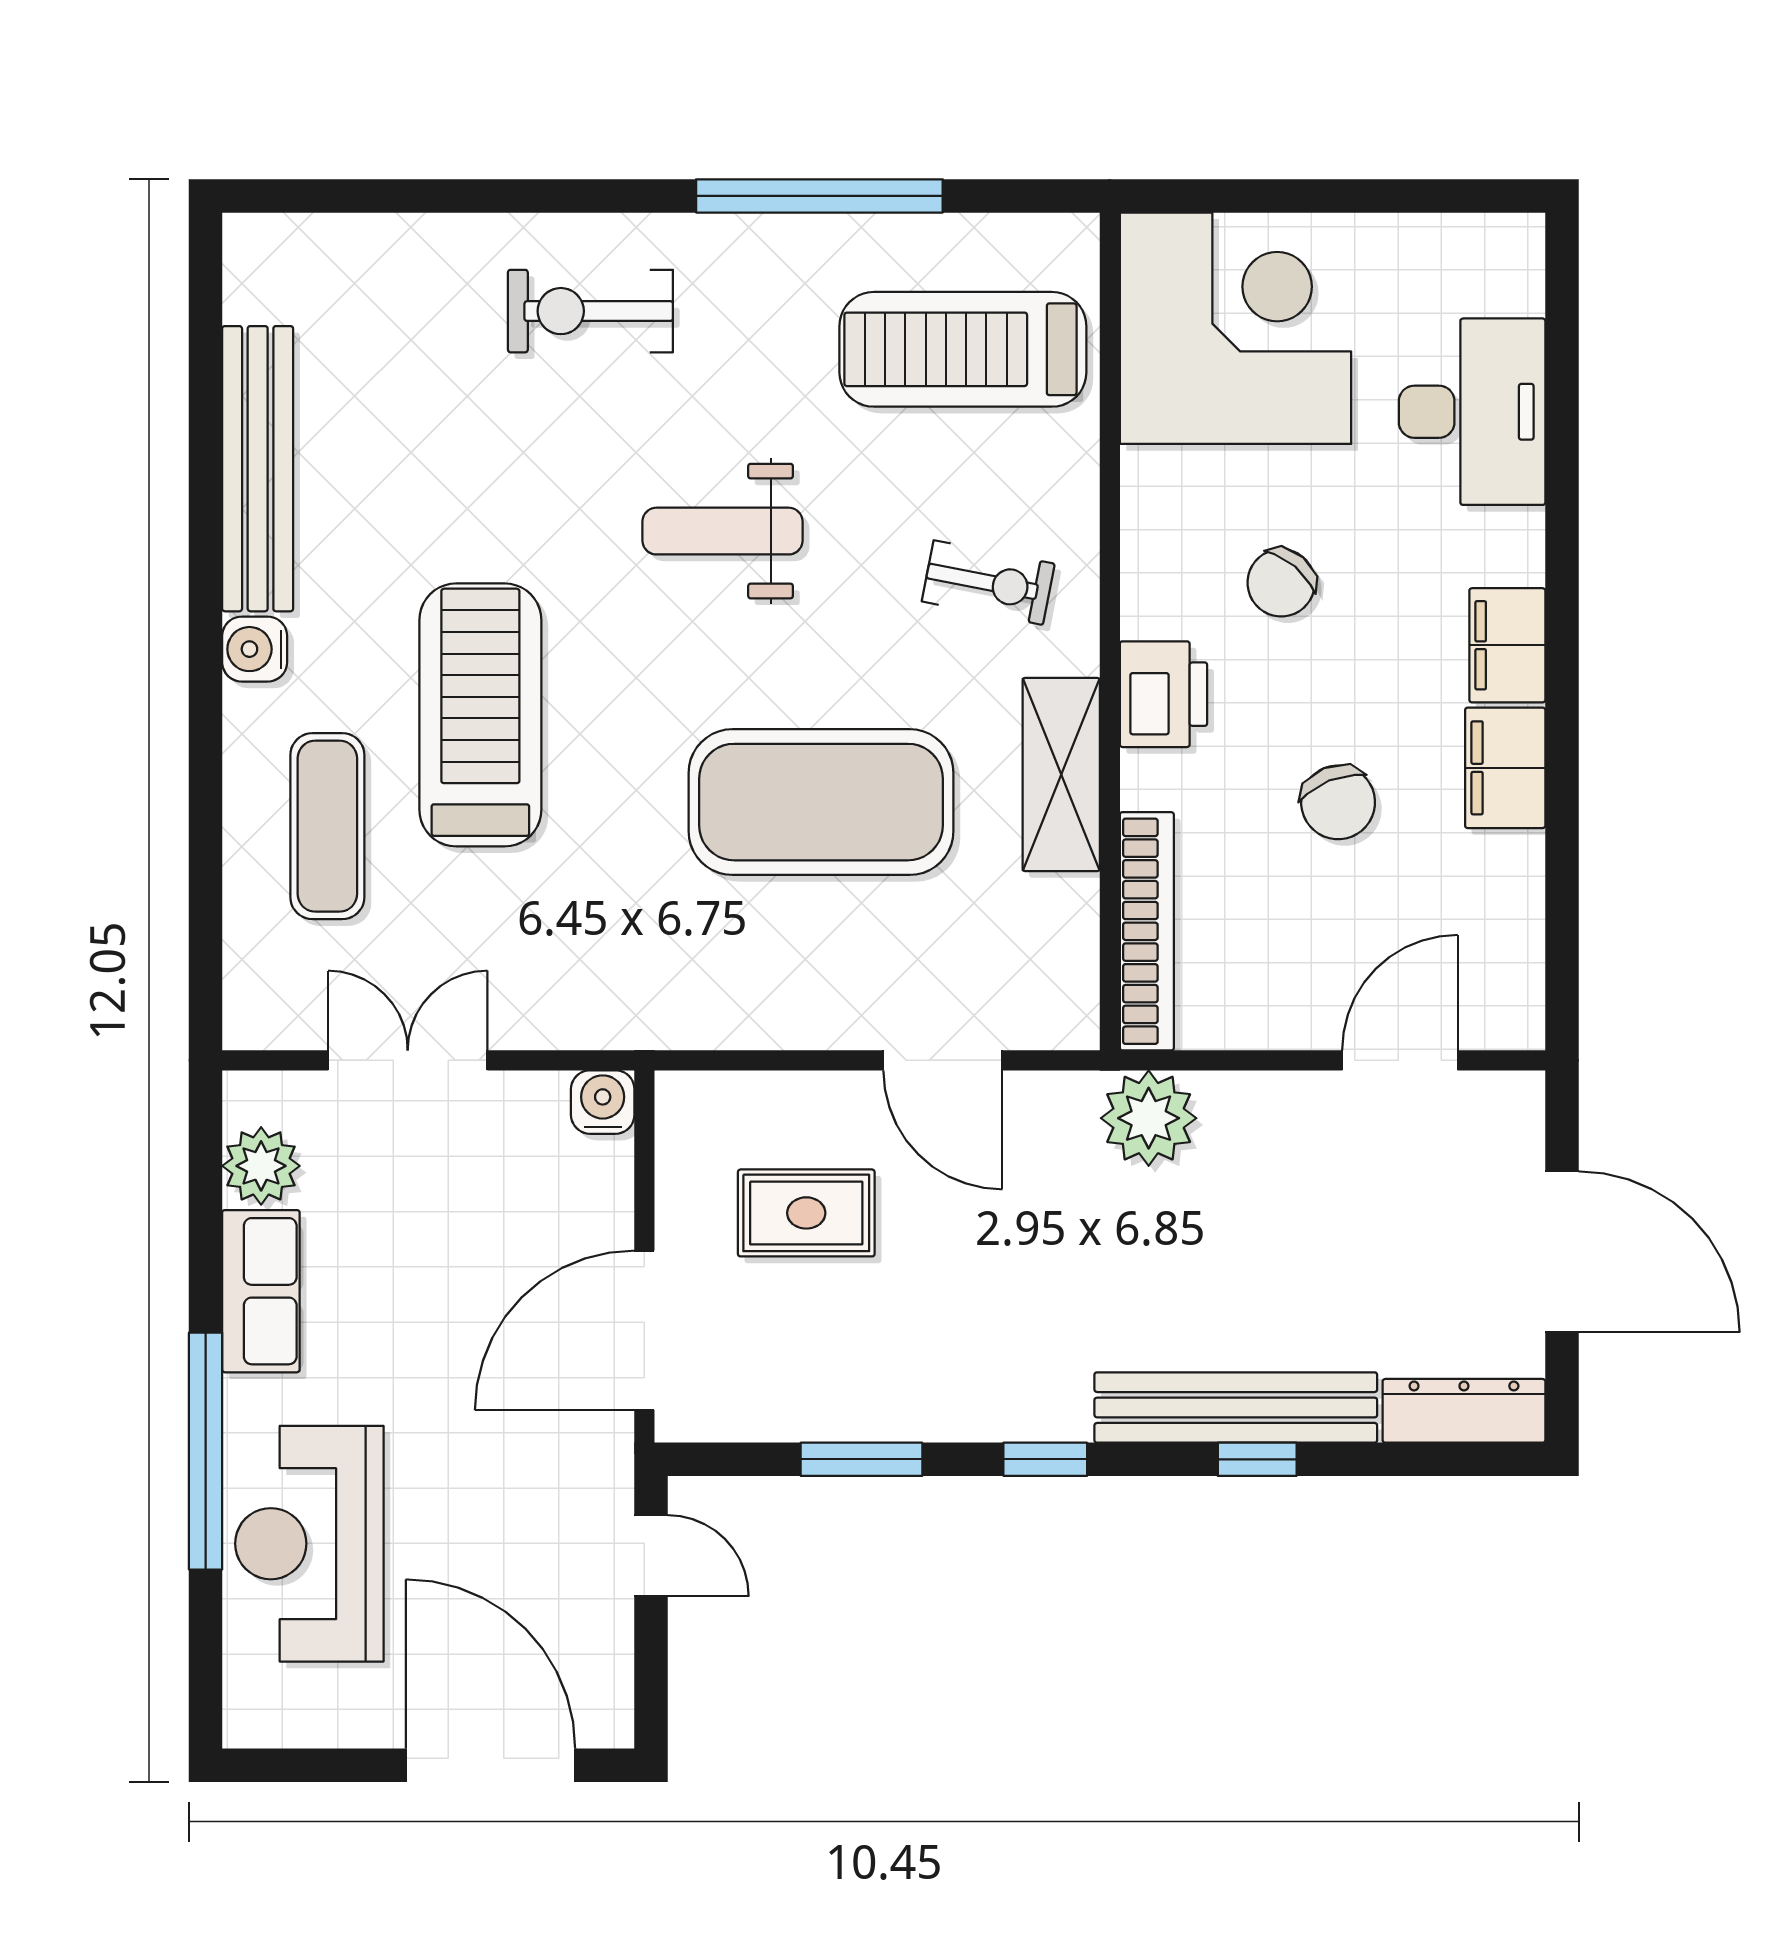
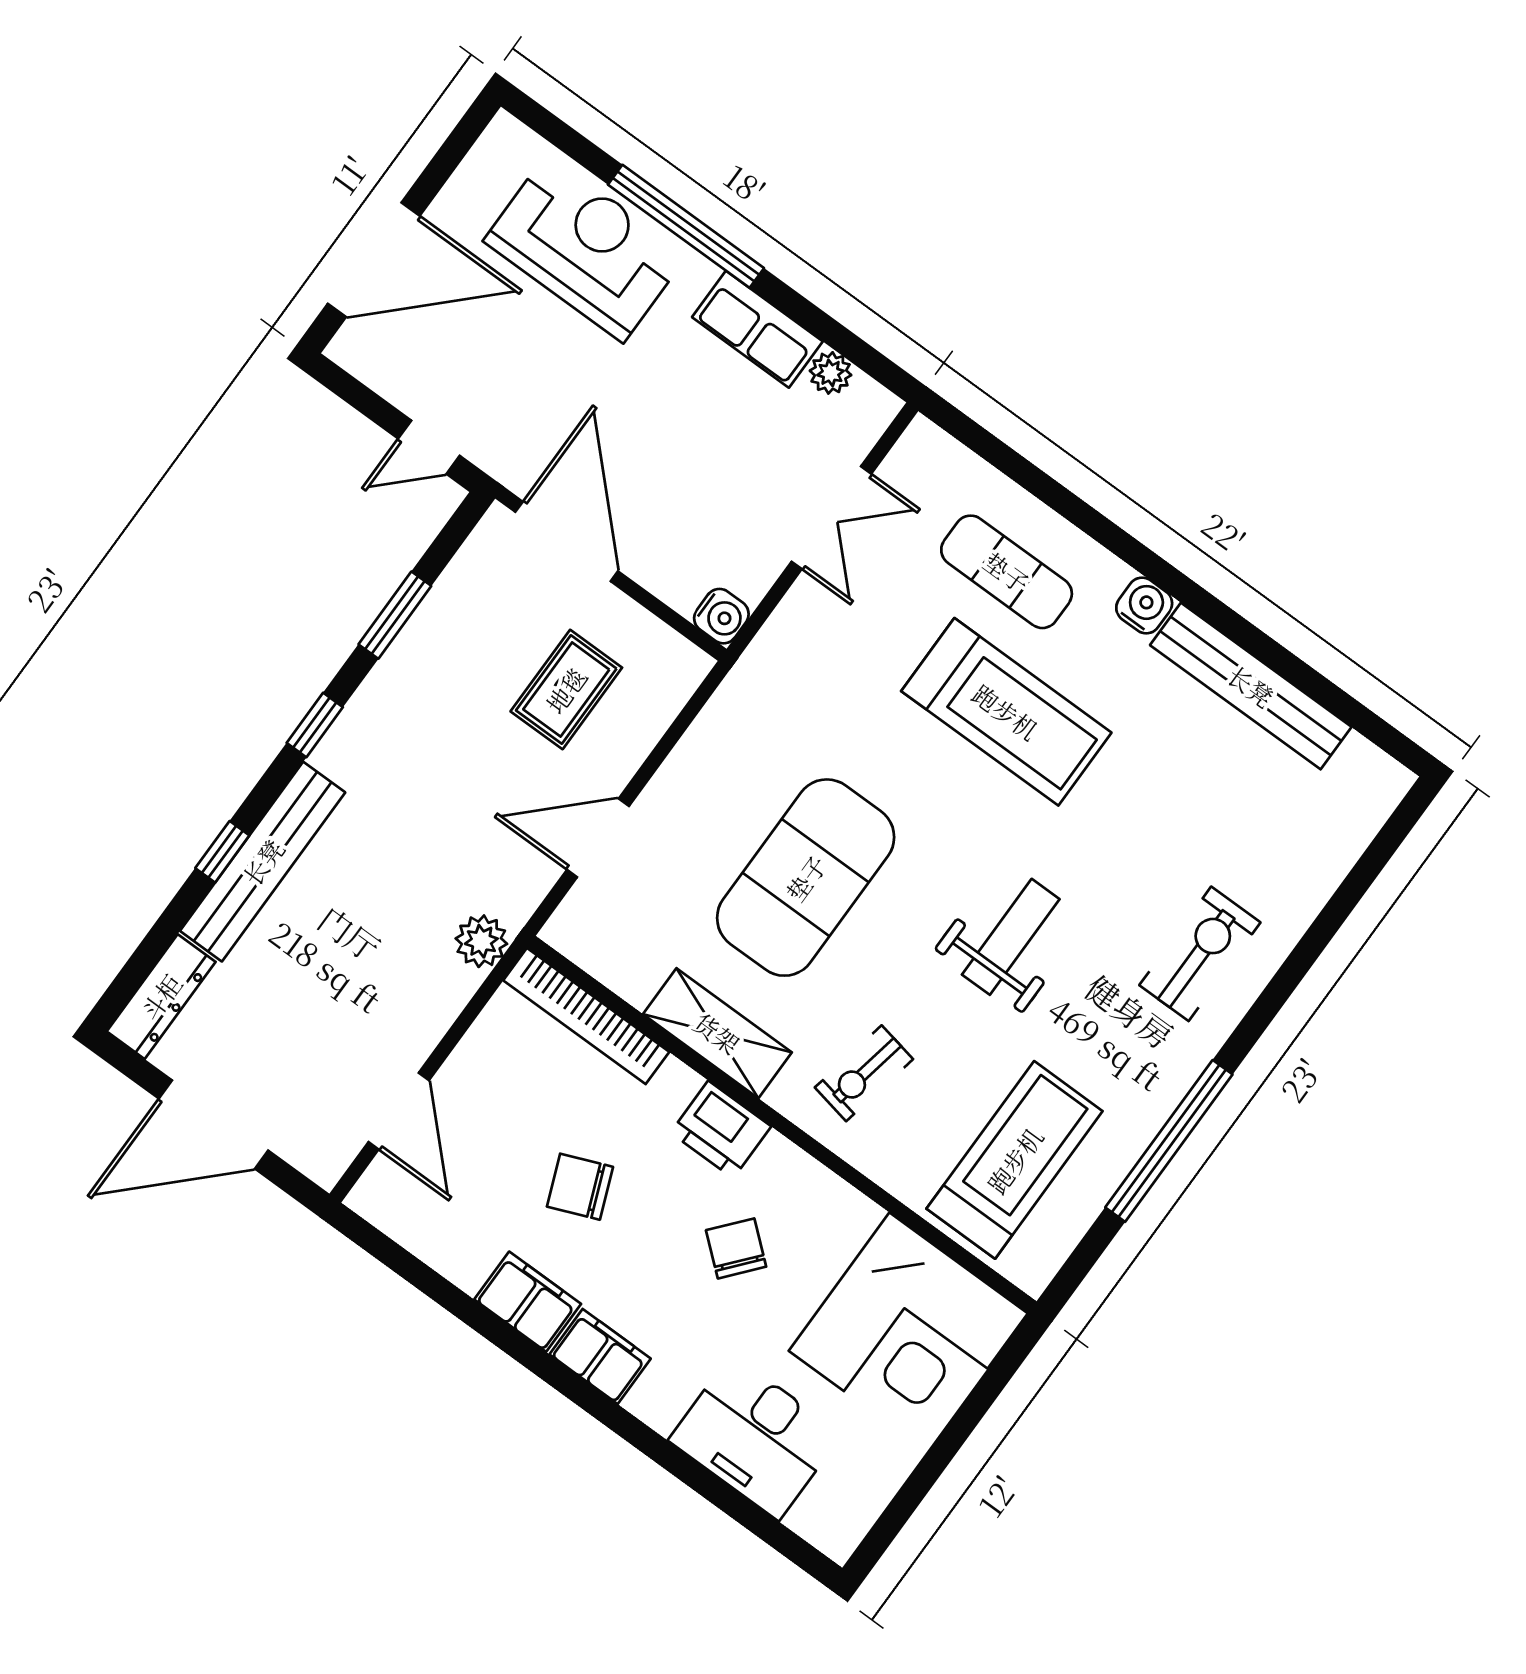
plant: (1149, 1118) -> (481, 941), width x0.73, depth x0.73
plant: (261, 1166) -> (831, 373), width x0.73, depth x0.73

